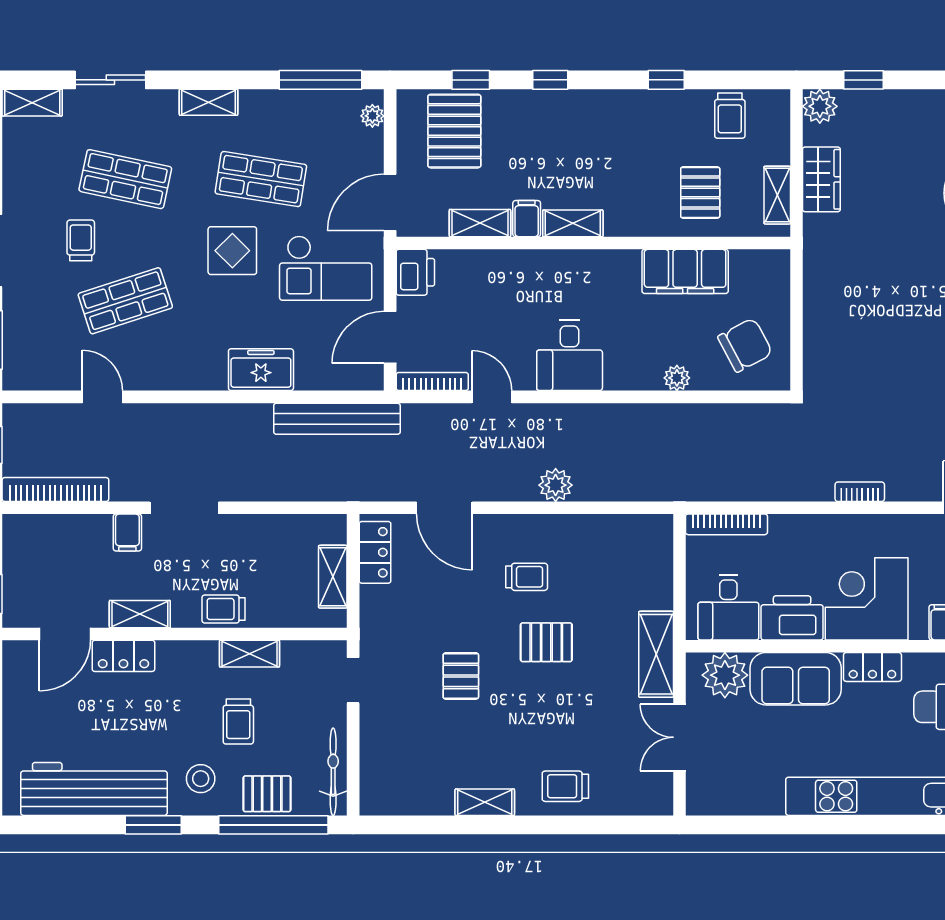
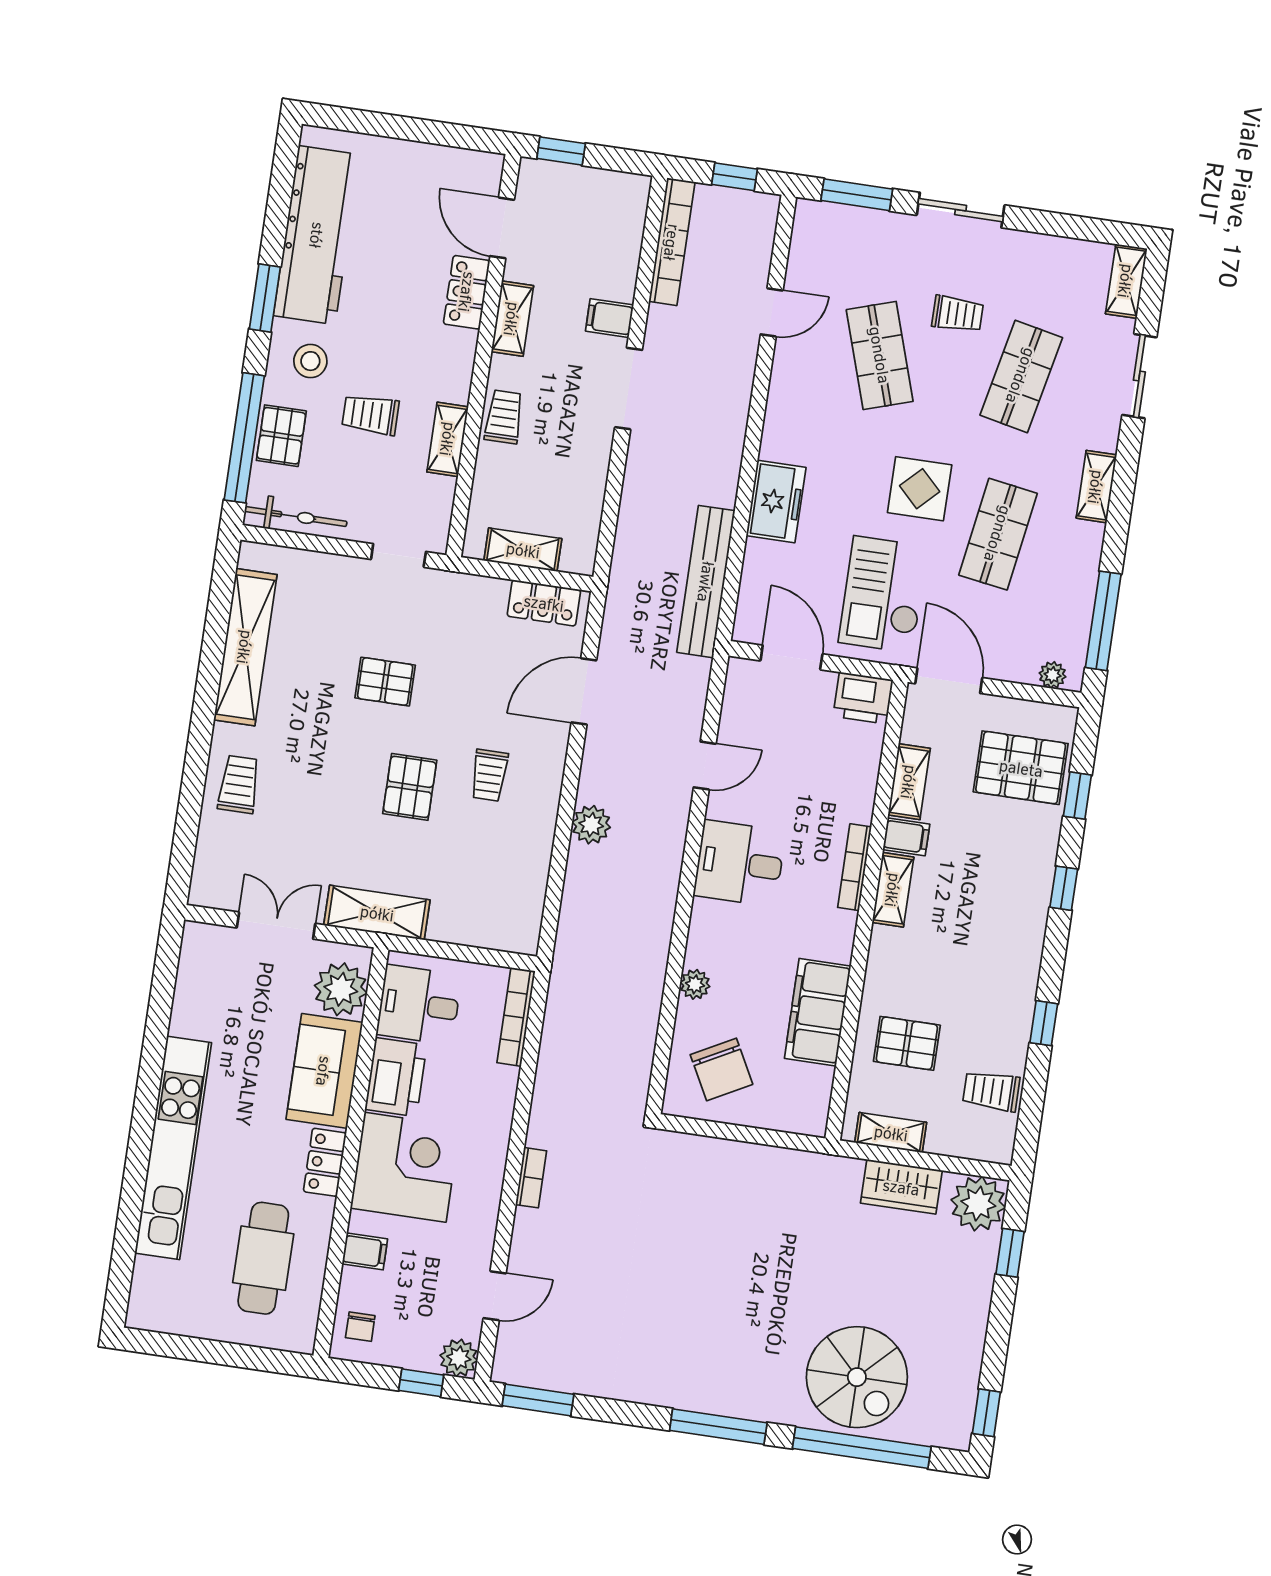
plant: (820, 106) -> (978, 1204), width x1.36, depth x1.36
bookcase: (432, 382) -> (855, 867), moved, turned 180
shelving: (485, 802) -> (245, 647), width x2.20, depth x1.33

